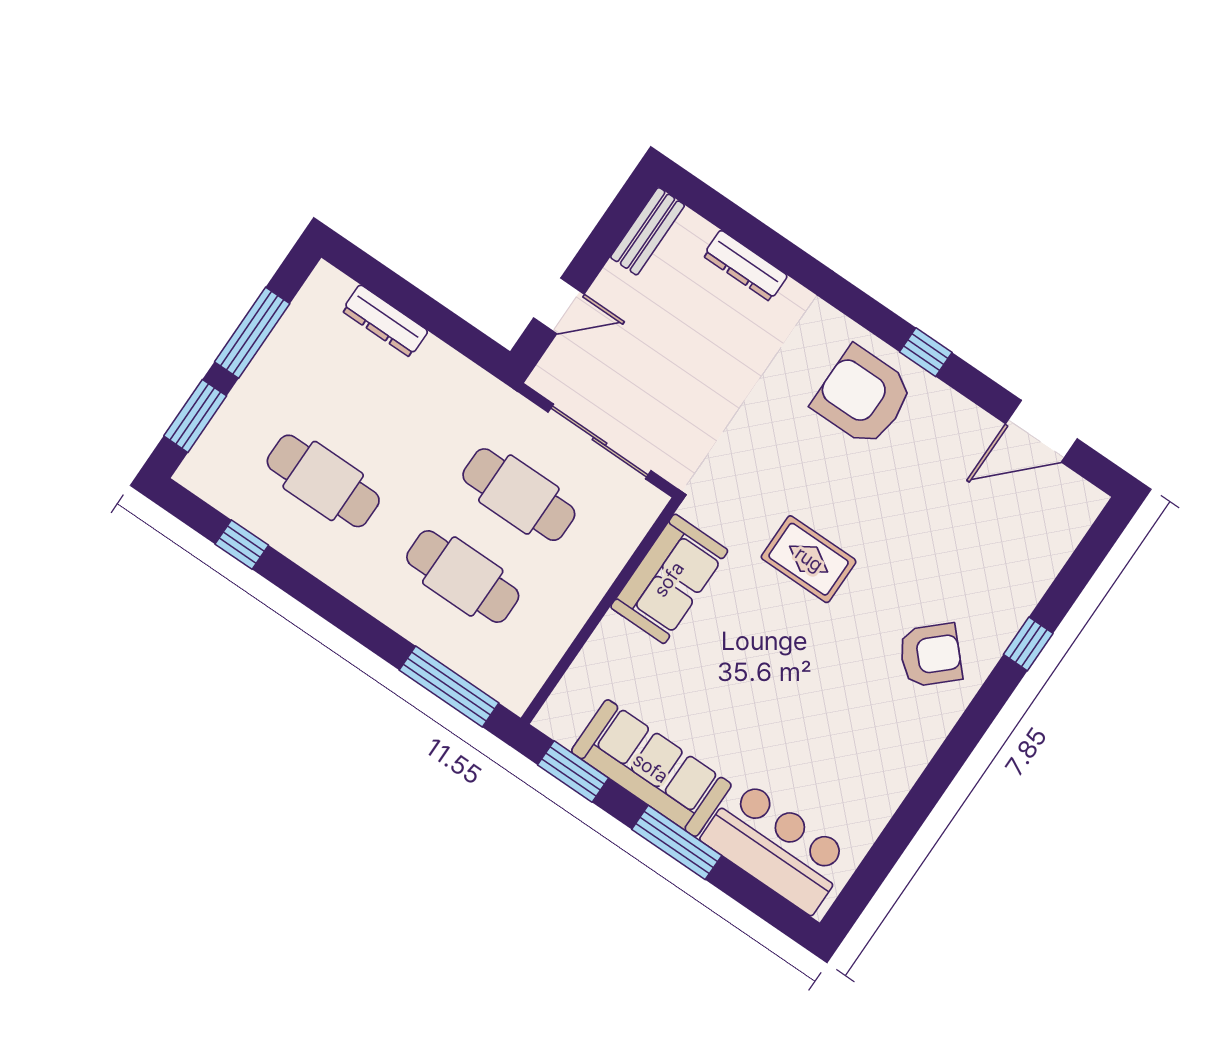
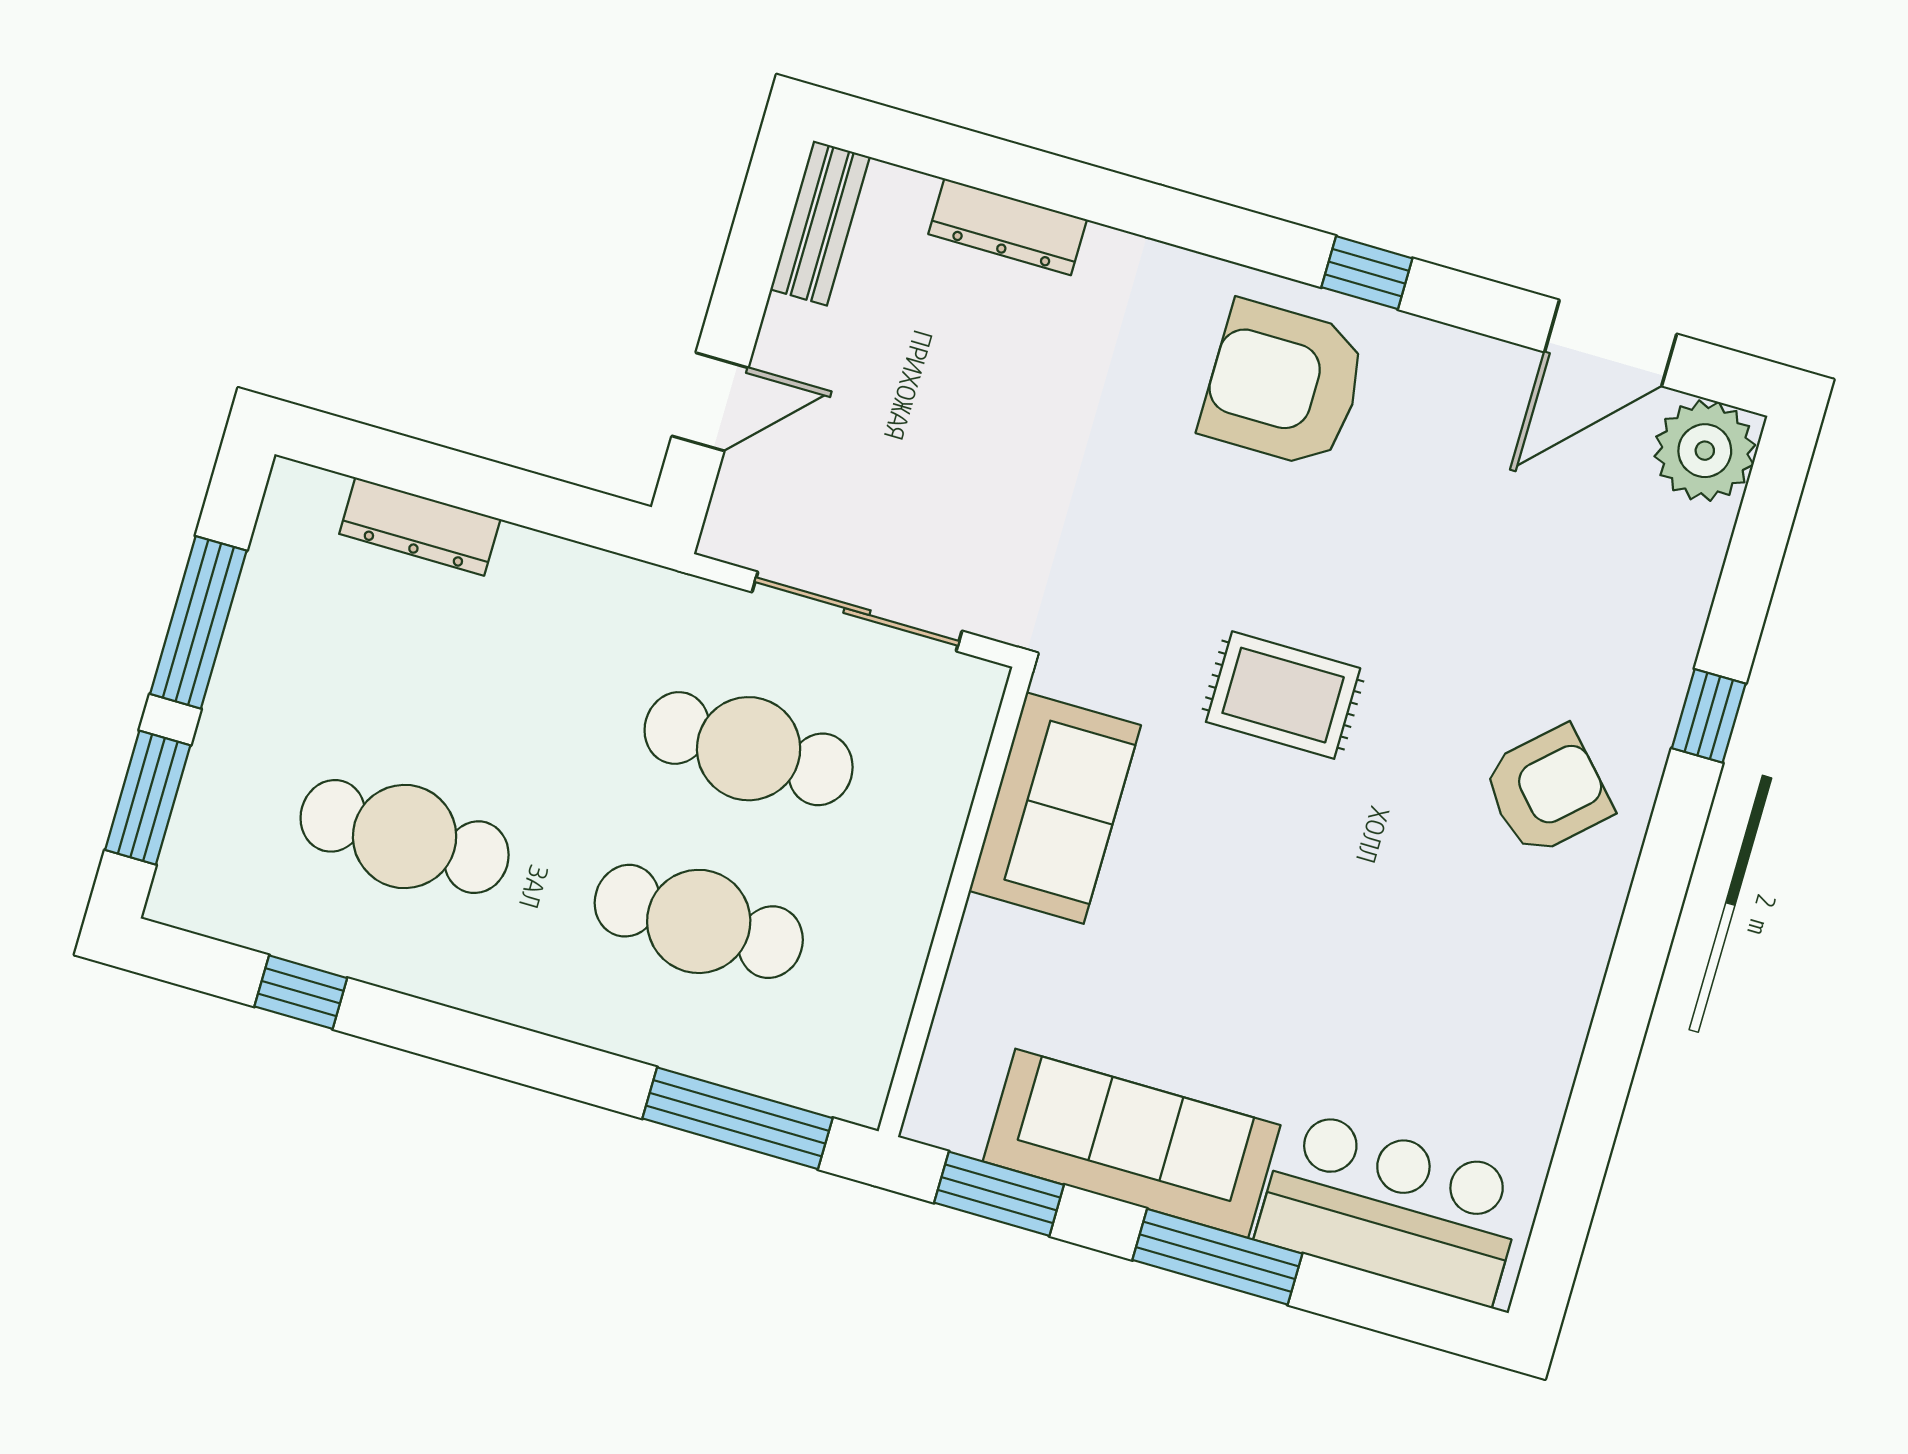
plant: (1072, 504) -> (1705, 451), added

